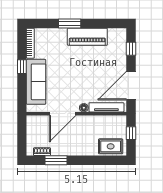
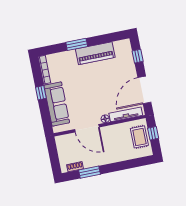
door: (63, 114) -> (87, 128), hinge flipped
rug: (111, 146) -> (139, 137), moved, turned 90

